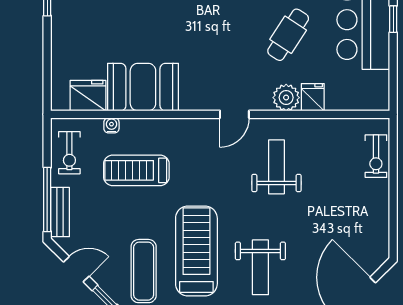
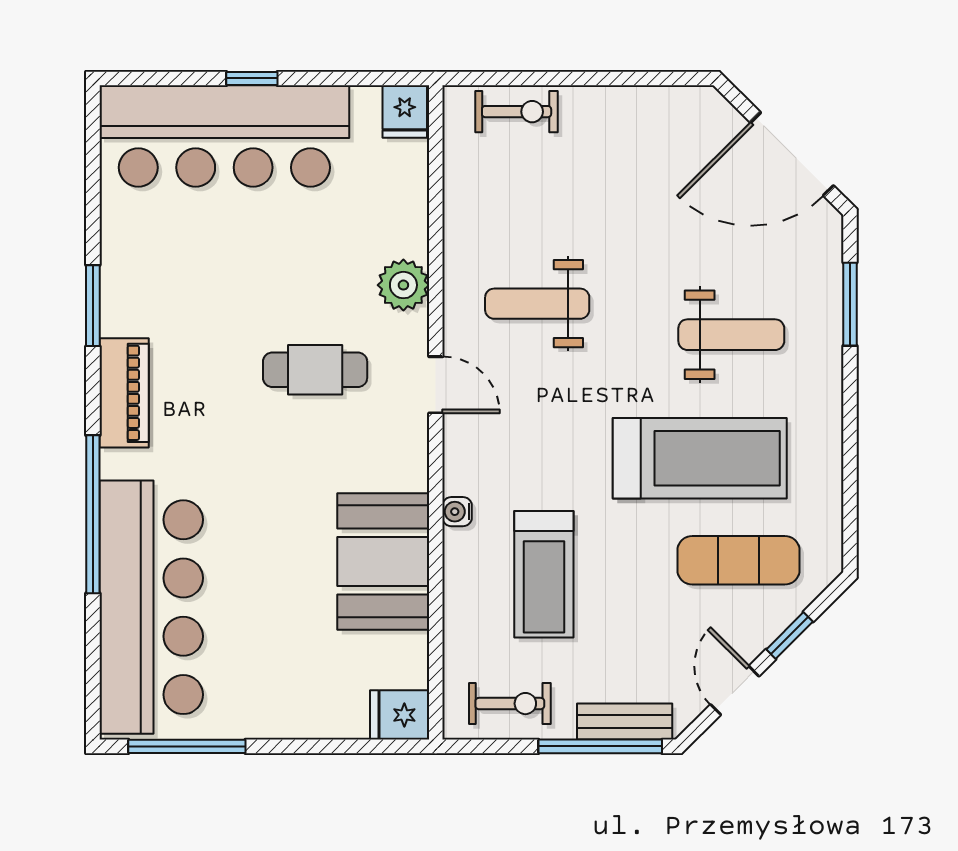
cafe table: (288, 35) -> (315, 370), moved, turned -33
fridge: (88, 96) -> (400, 715), moved, width x0.72
fridge: (313, 97) -> (405, 111), moved, turned -90
water cooler: (111, 125) -> (457, 512), moved
treadmill: (196, 251) -> (700, 458), turned 180

